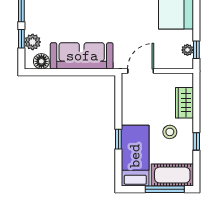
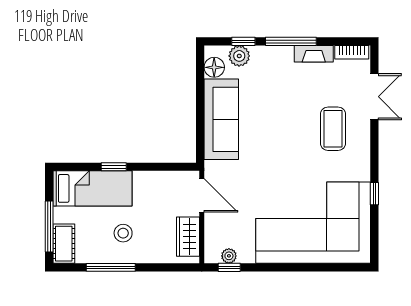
wardrobe: (184, 103) -> (188, 237), moved, turned -90
window: (196, 141) -> (111, 267), width x2.17
cot: (172, 175) -> (64, 244), width x0.73, depth x0.75

